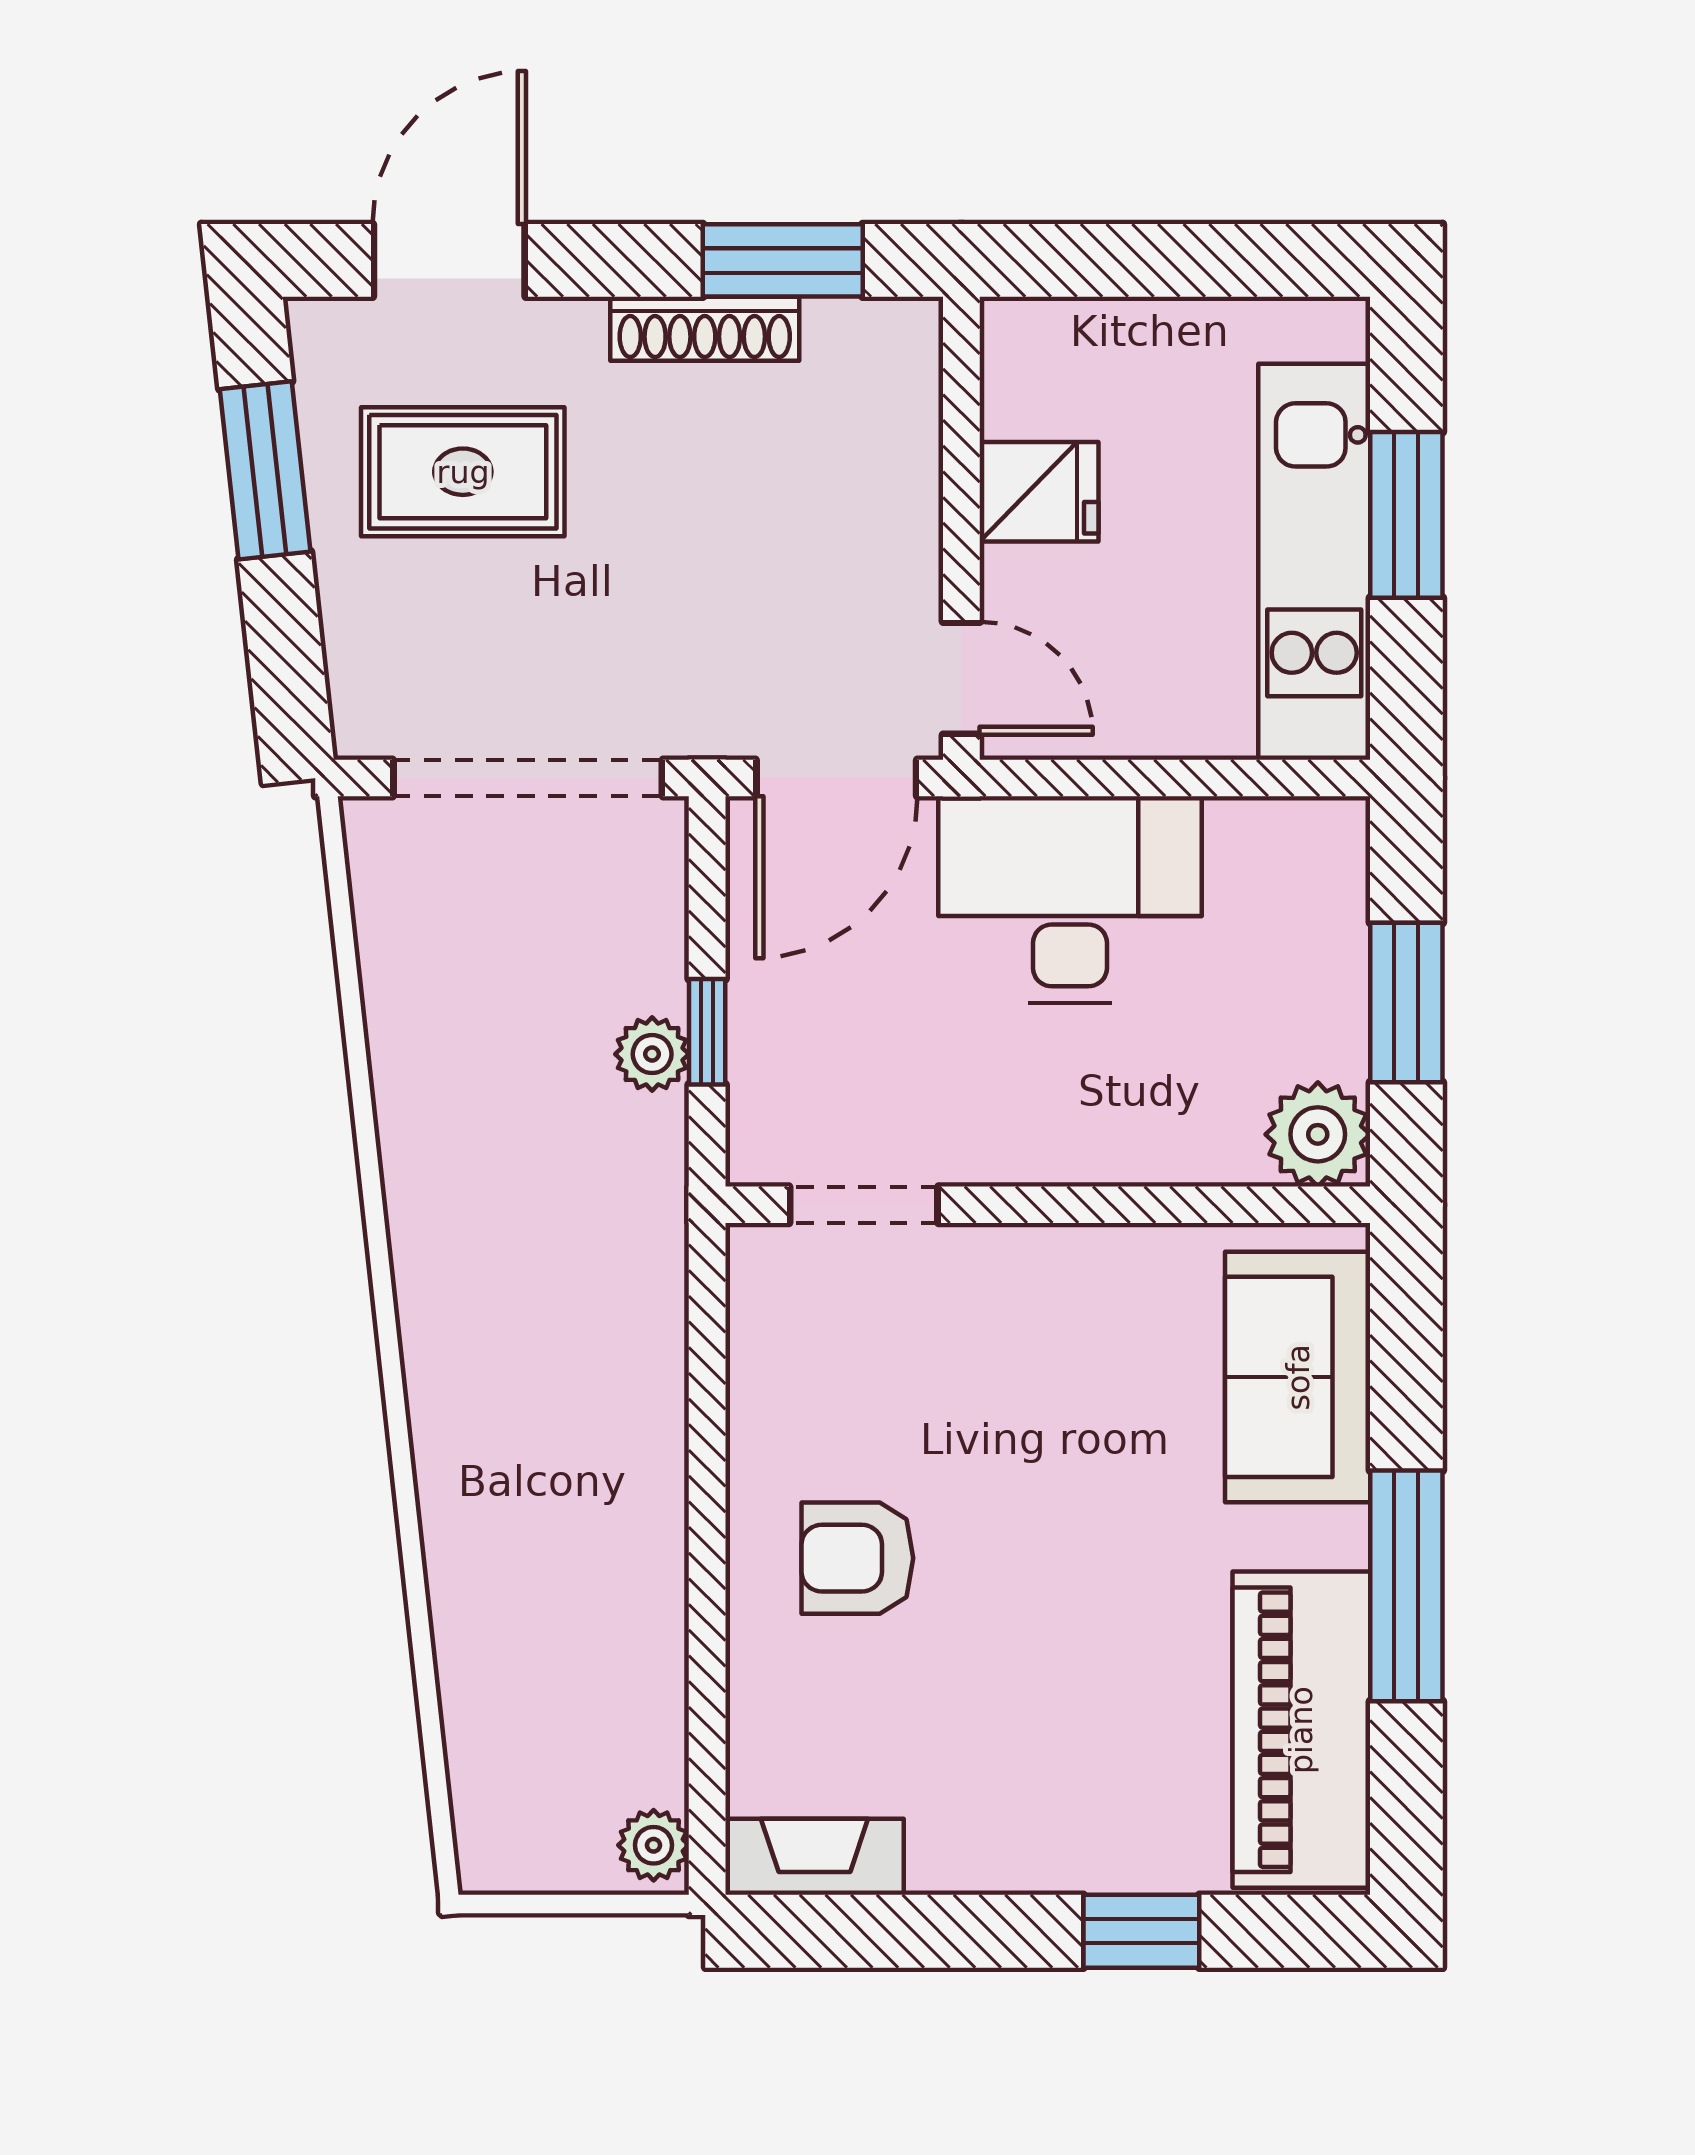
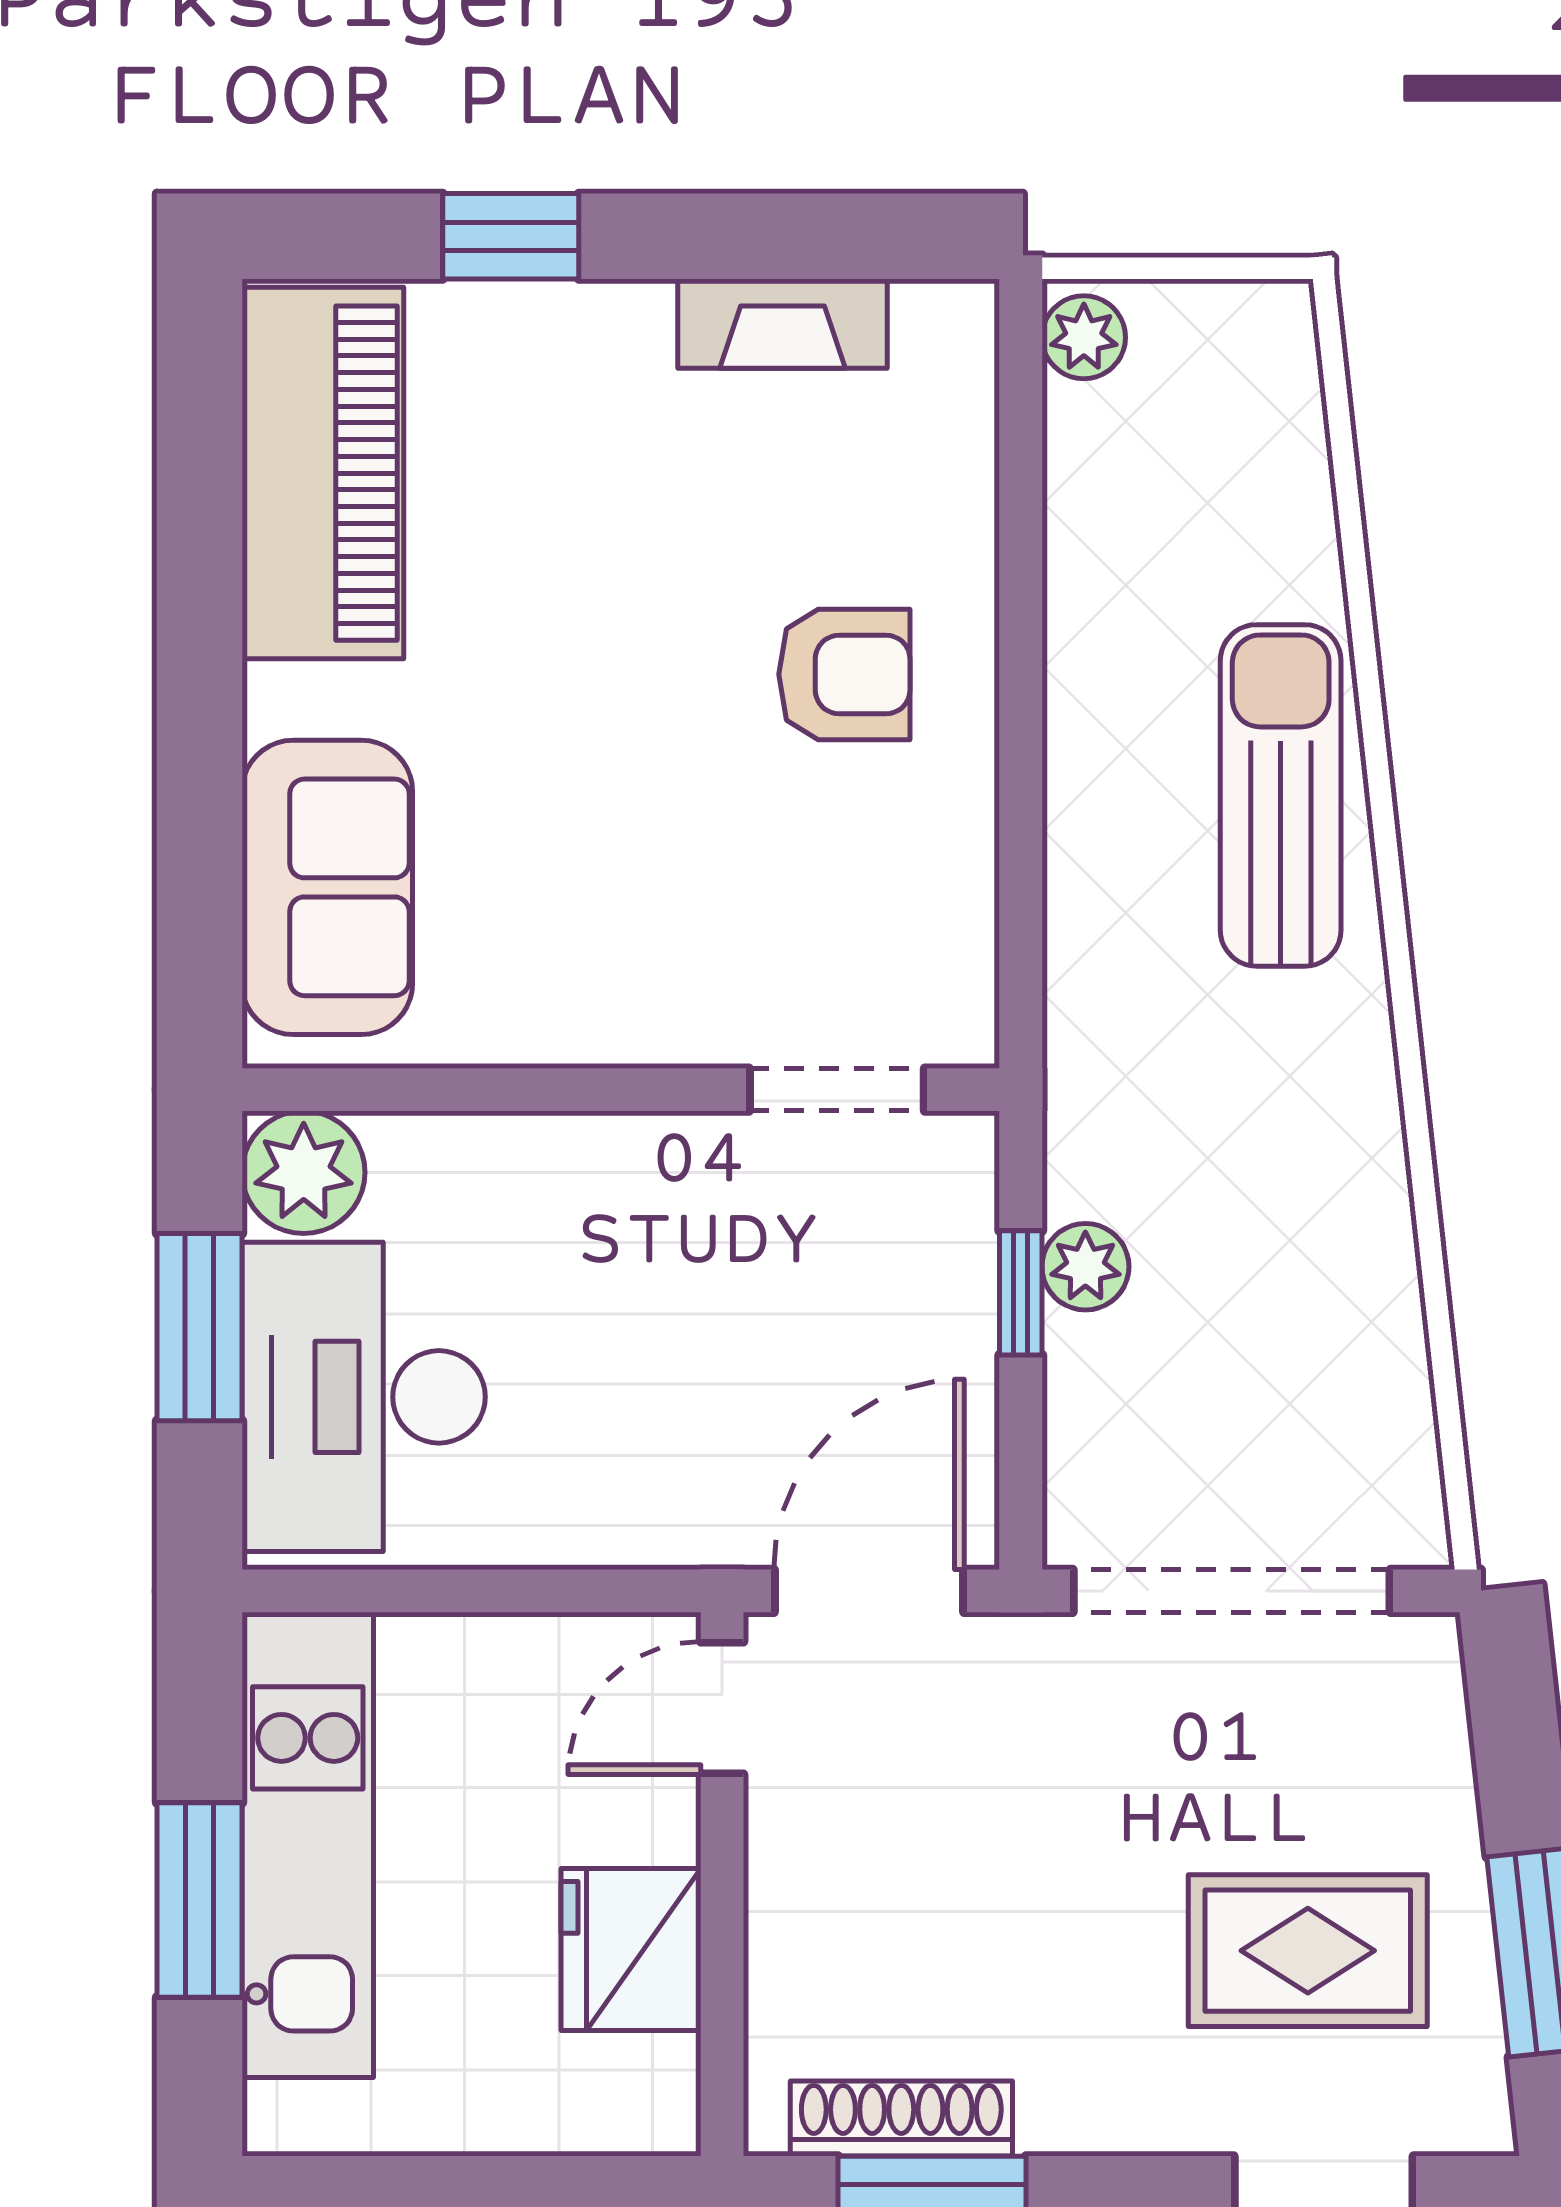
shoe rack: (705, 329) -> (901, 2118), moved
fridge: (1039, 492) -> (631, 1950), width x1.38
door: (961, 678) -> (722, 1708), hinge flipped
desk: (1070, 900) -> (364, 1397), moved, turned 90
sun lounger: (486, 1455) -> (1281, 795), added
window: (1406, 1586) -> (199, 642), removed
fireplace: (814, 1857) -> (783, 324), moved

